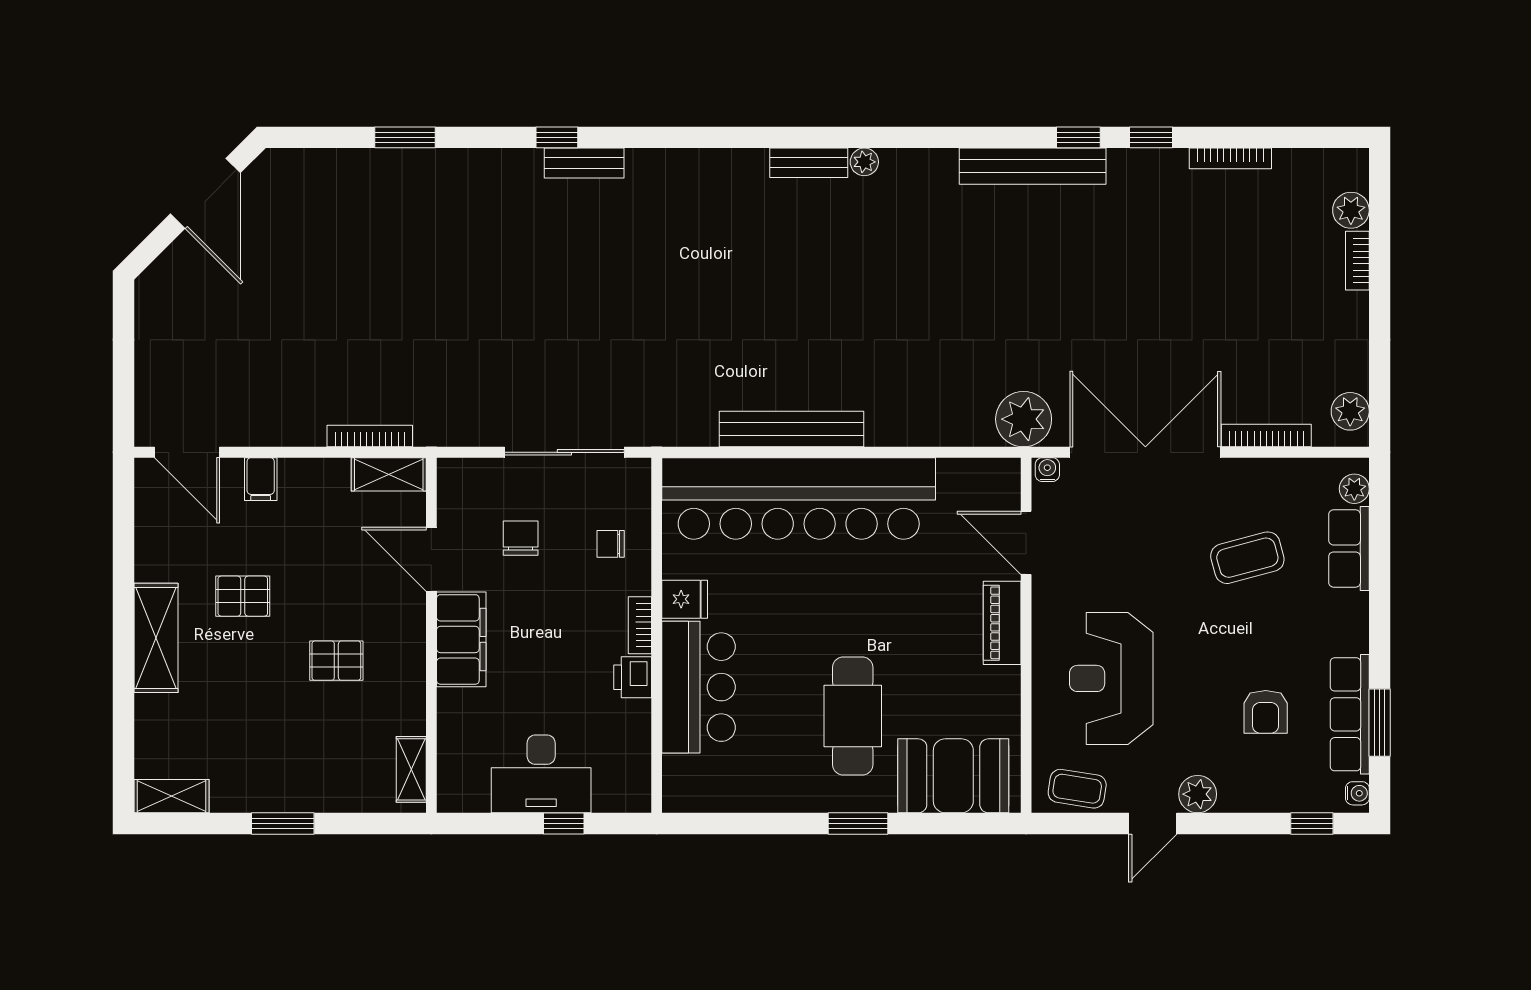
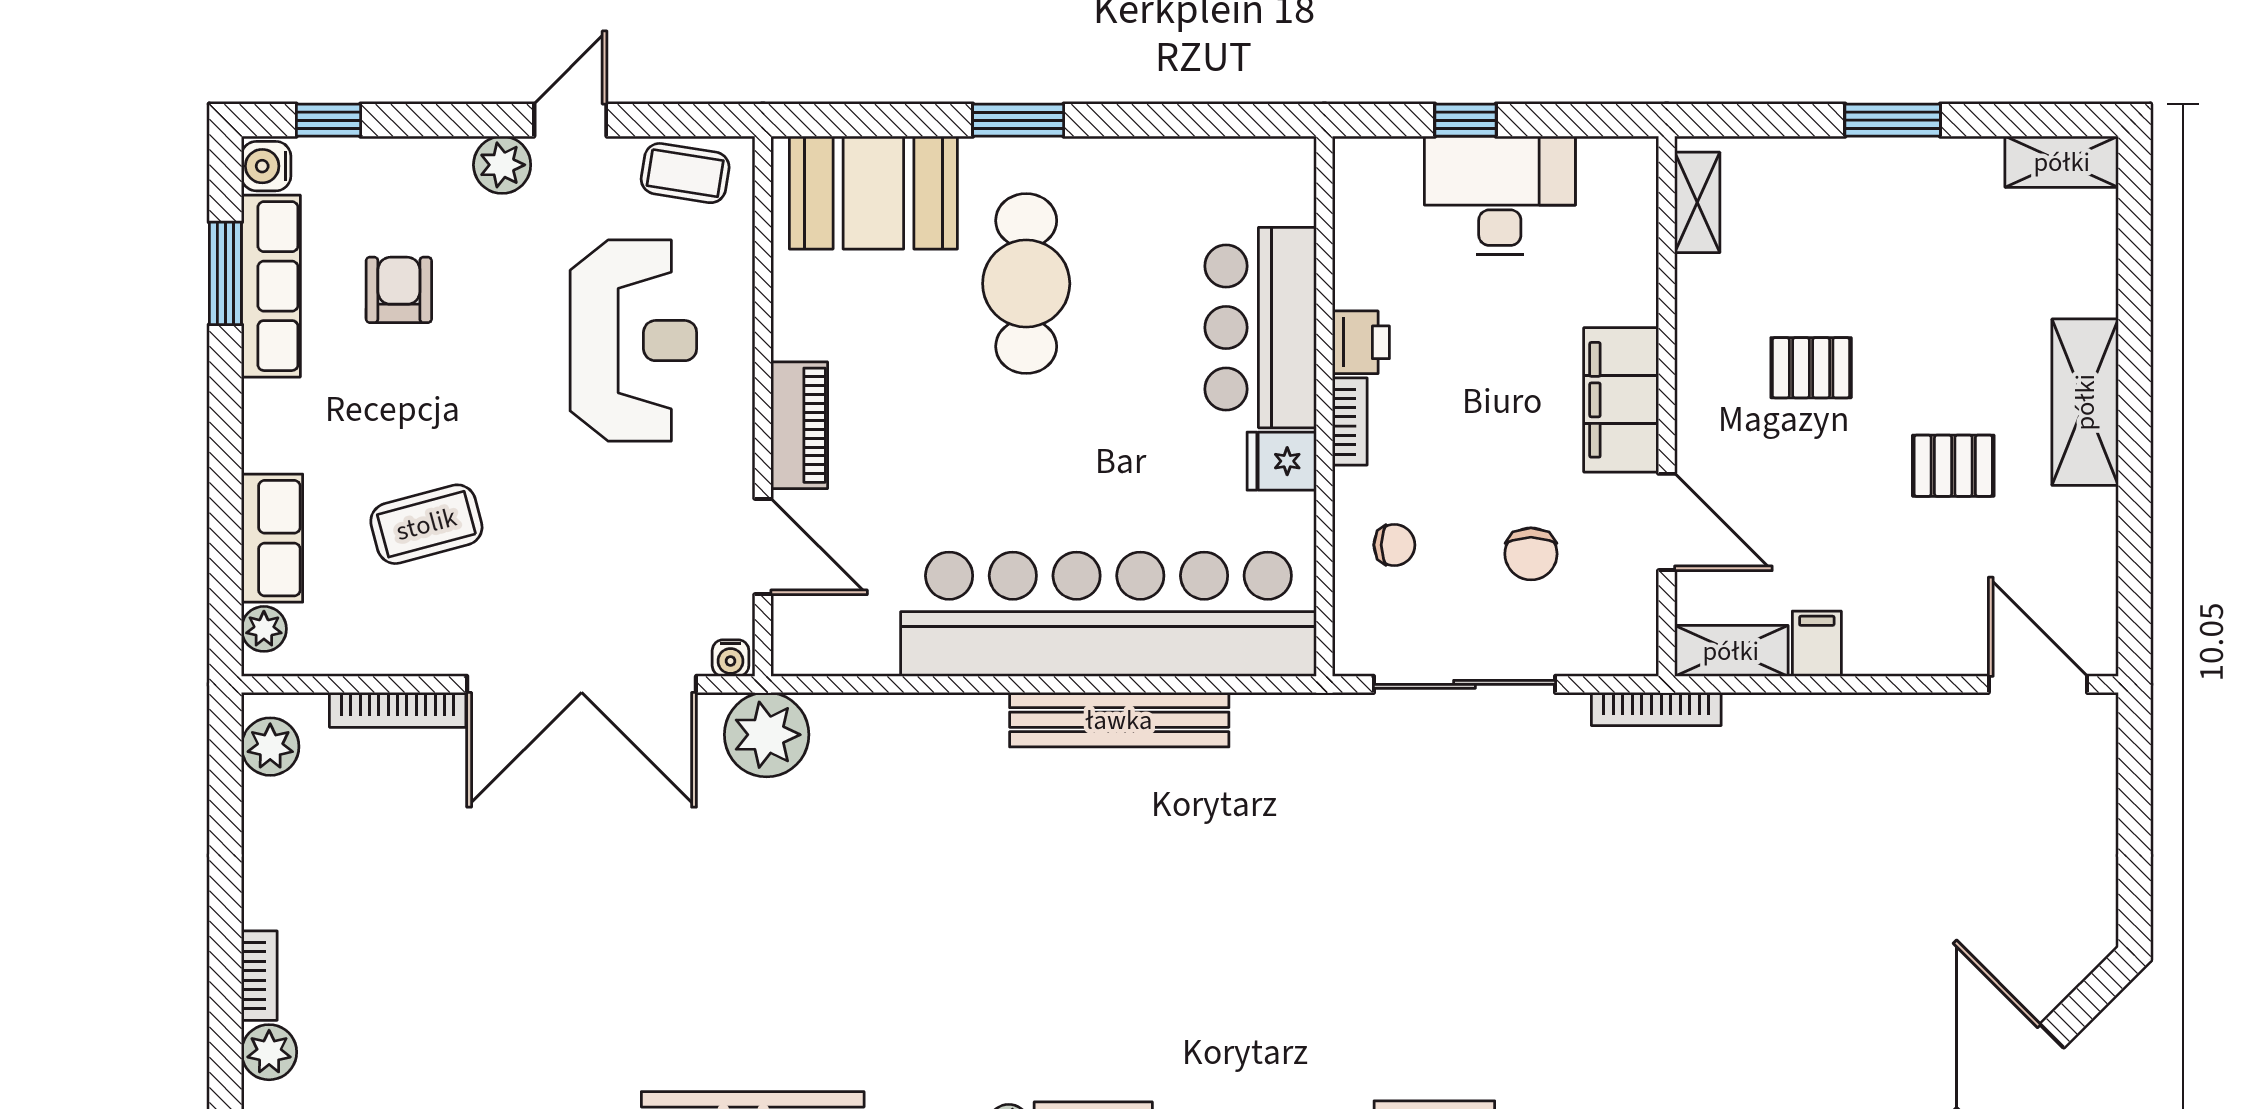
bookcase: (370, 436) -> (1656, 709), moved
filing cabinet: (261, 479) -> (1817, 644), moved
water cooler: (1357, 793) -> (266, 166), width x1.38, depth x1.38

